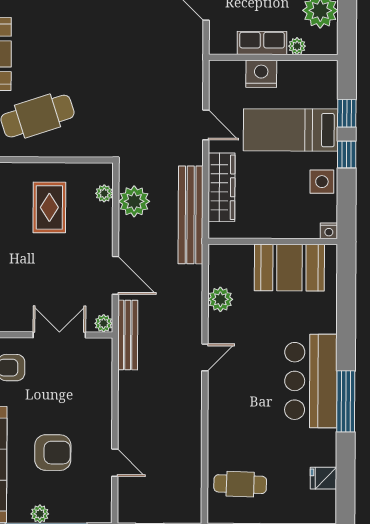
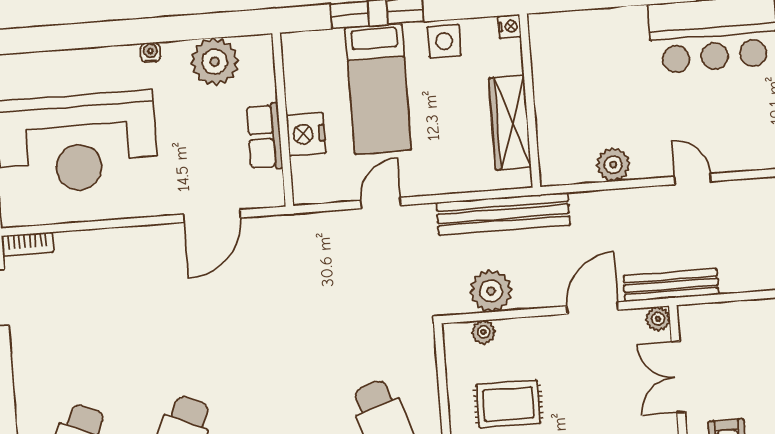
plant: (297, 46) -> (265, 89), removed
wardrobe: (222, 187) -> (510, 123), moved, turned -90
booth: (289, 268) -> (563, 75), removed

